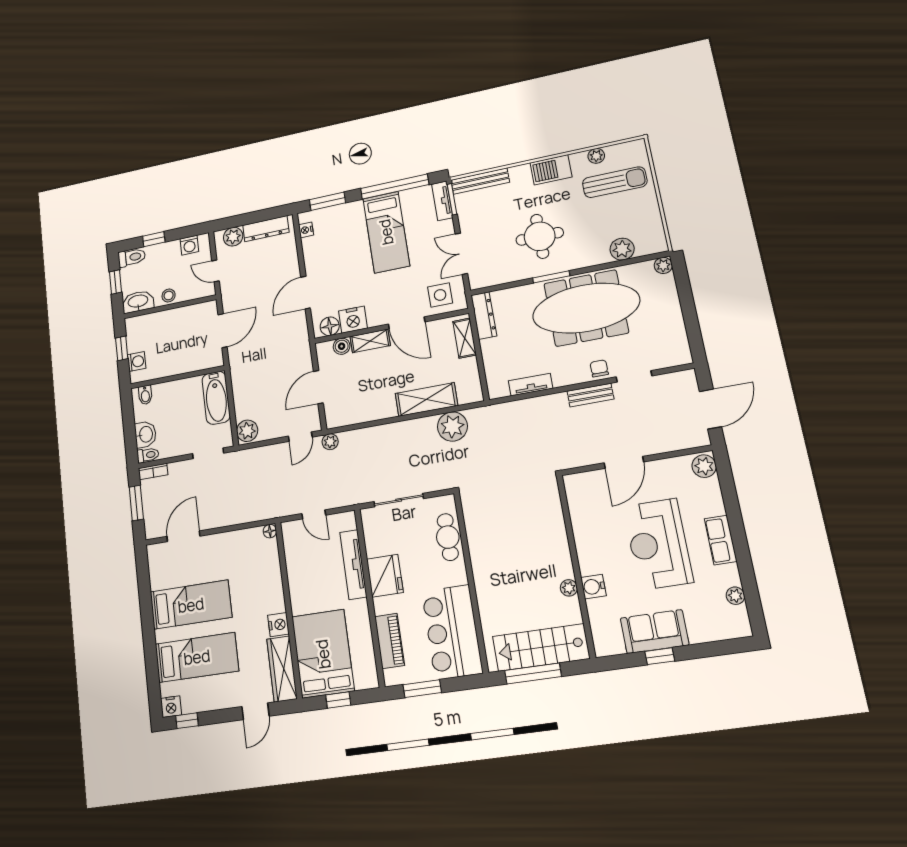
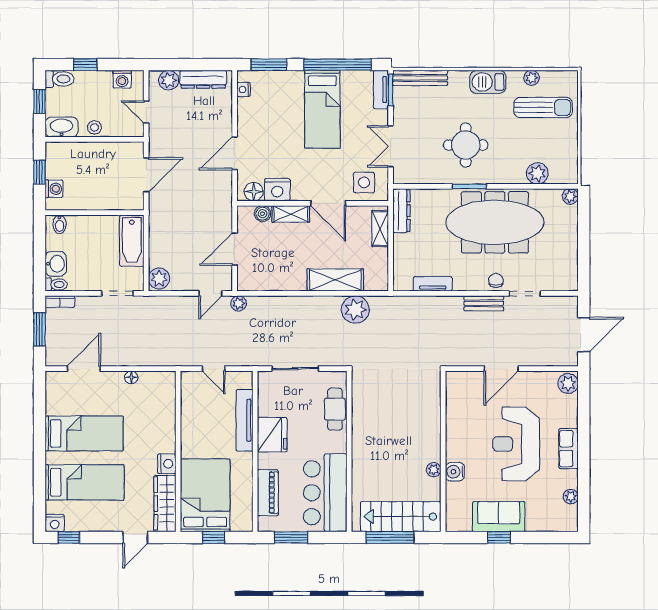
floor lamp: (270, 531) -> (131, 377), moved

